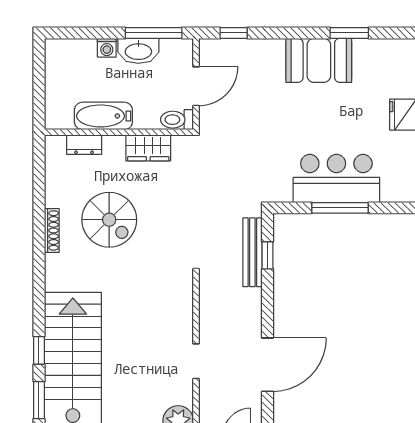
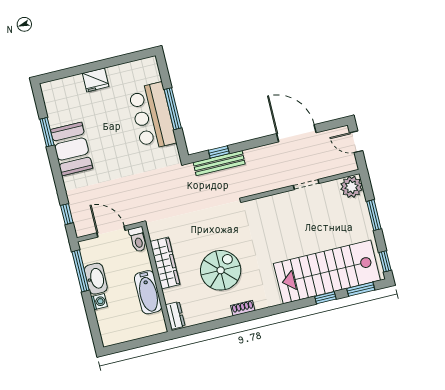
dresser: (84, 145) -> (175, 315), moved
wardrobe: (148, 148) -> (165, 263), width x1.50
shoe rack: (52, 230) -> (243, 308), width x0.70

